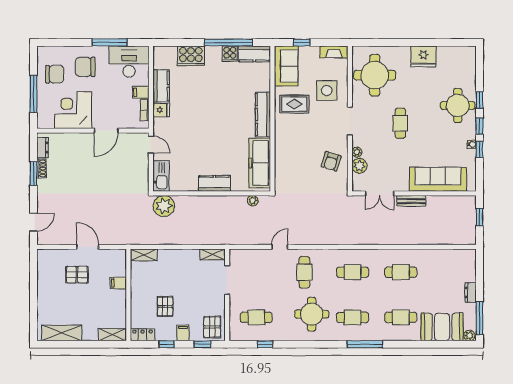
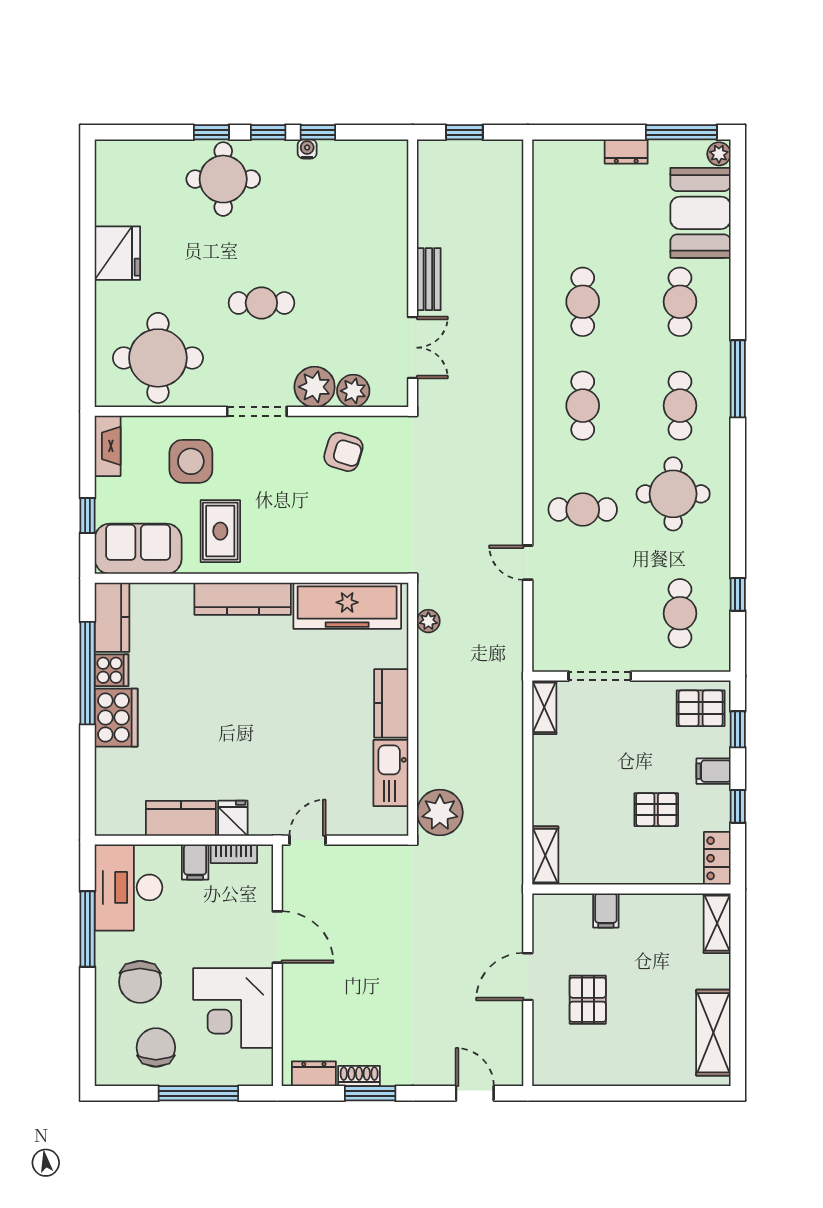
cooker: (191, 56) -> (116, 718), moved
plant: (357, 152) -> (315, 387), width x1.88, depth x1.88
kitchen sink: (161, 176) -> (391, 773), moved, turned -90
sofa: (438, 179) -> (382, 222), removed

